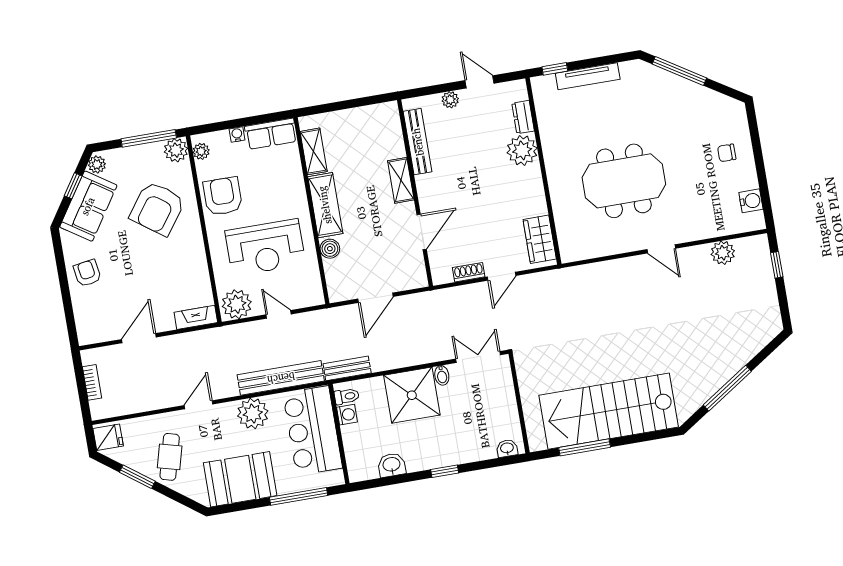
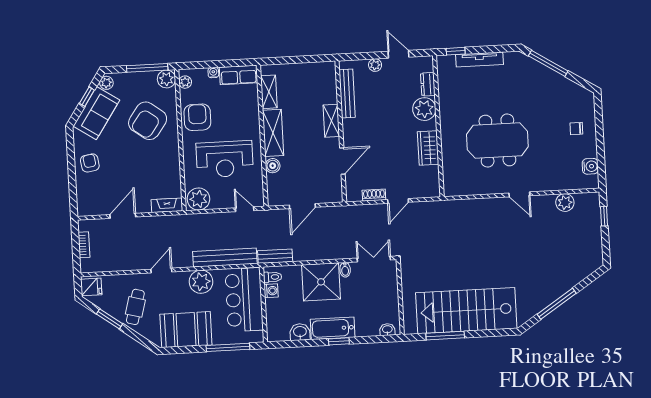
wardrobe: (540, 239) -> (428, 148), moved
door: (279, 314) -> (245, 209), moved
bathtub: (434, 455) -> (333, 328), added

